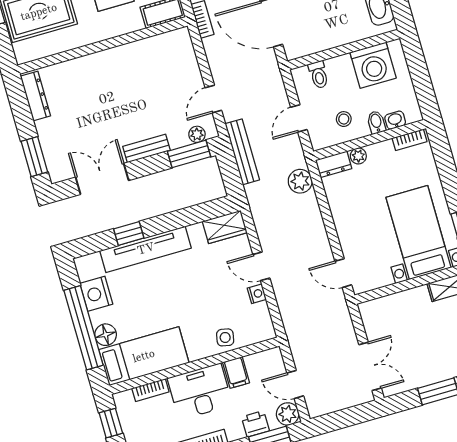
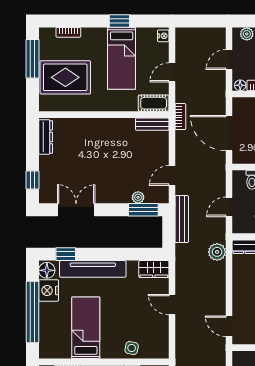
plant: (197, 134) -> (138, 197), moved
bench: (146, 148) -> (152, 124), moved
window: (34, 157) -> (32, 180), width x0.67
window: (129, 233) -> (66, 254), moved
nightstand: (257, 294) -> (163, 323), removed
floor lamp: (106, 335) -> (47, 270), moved
bed: (144, 356) -> (86, 328), moved, turned -90

